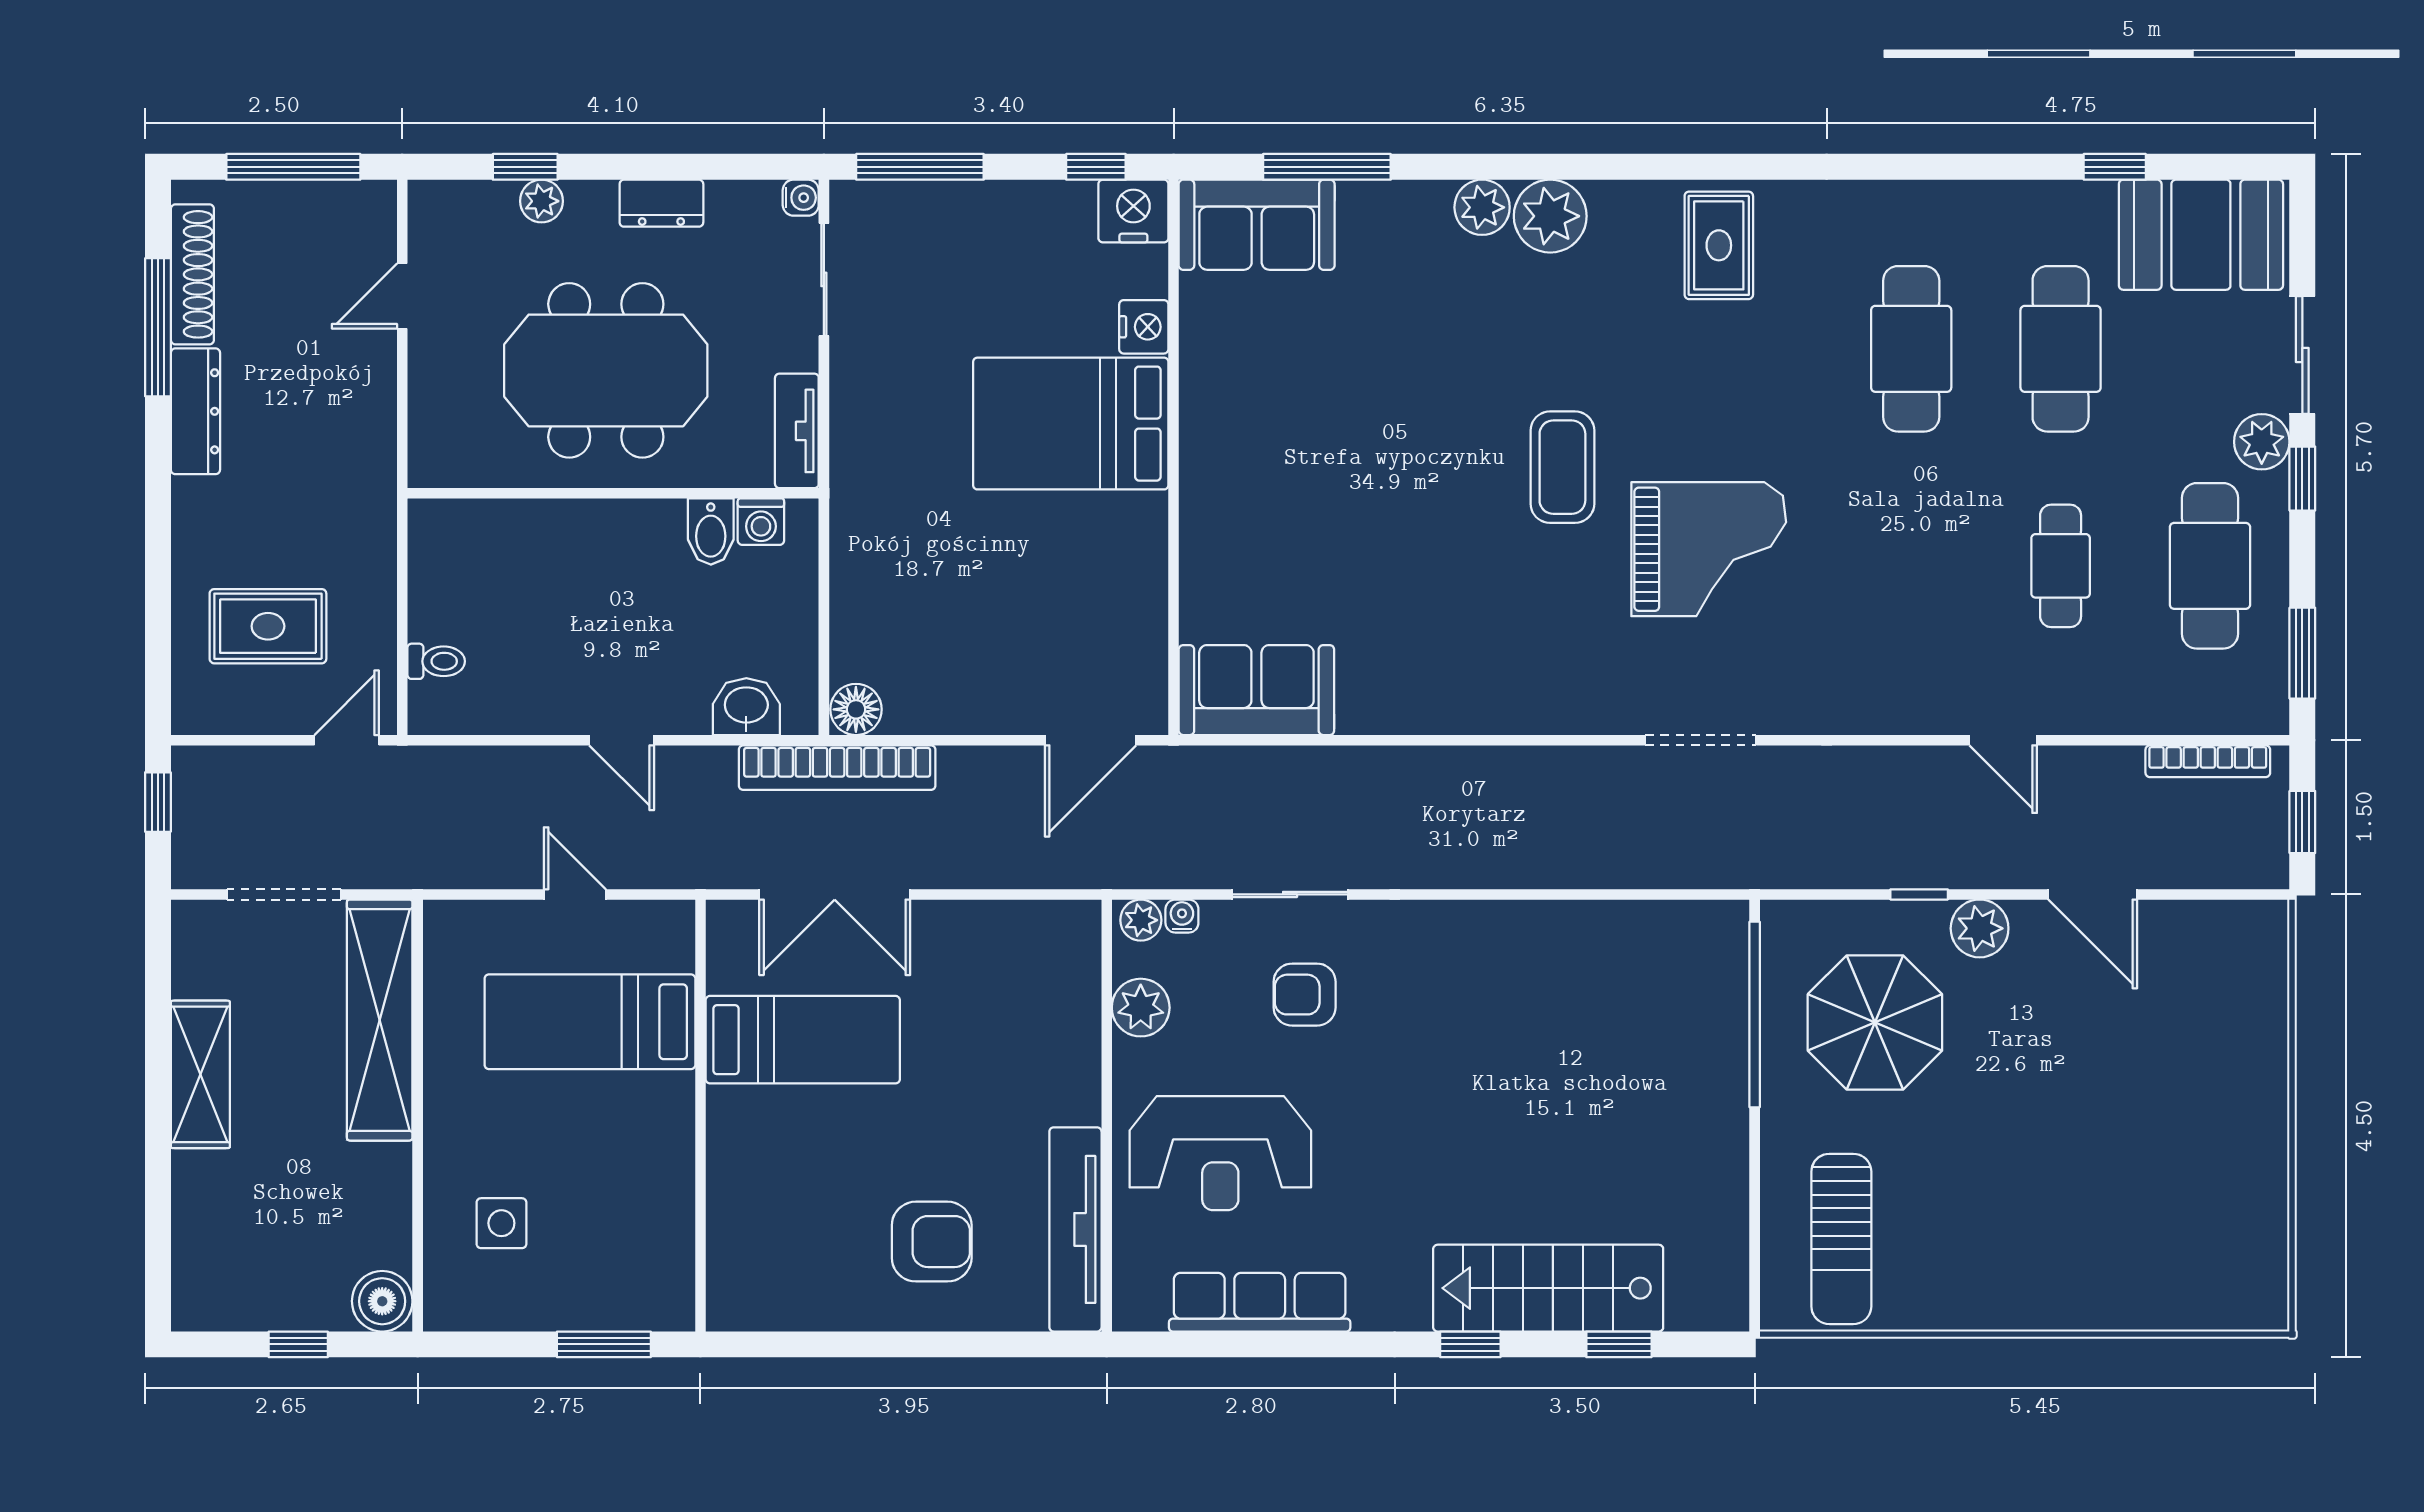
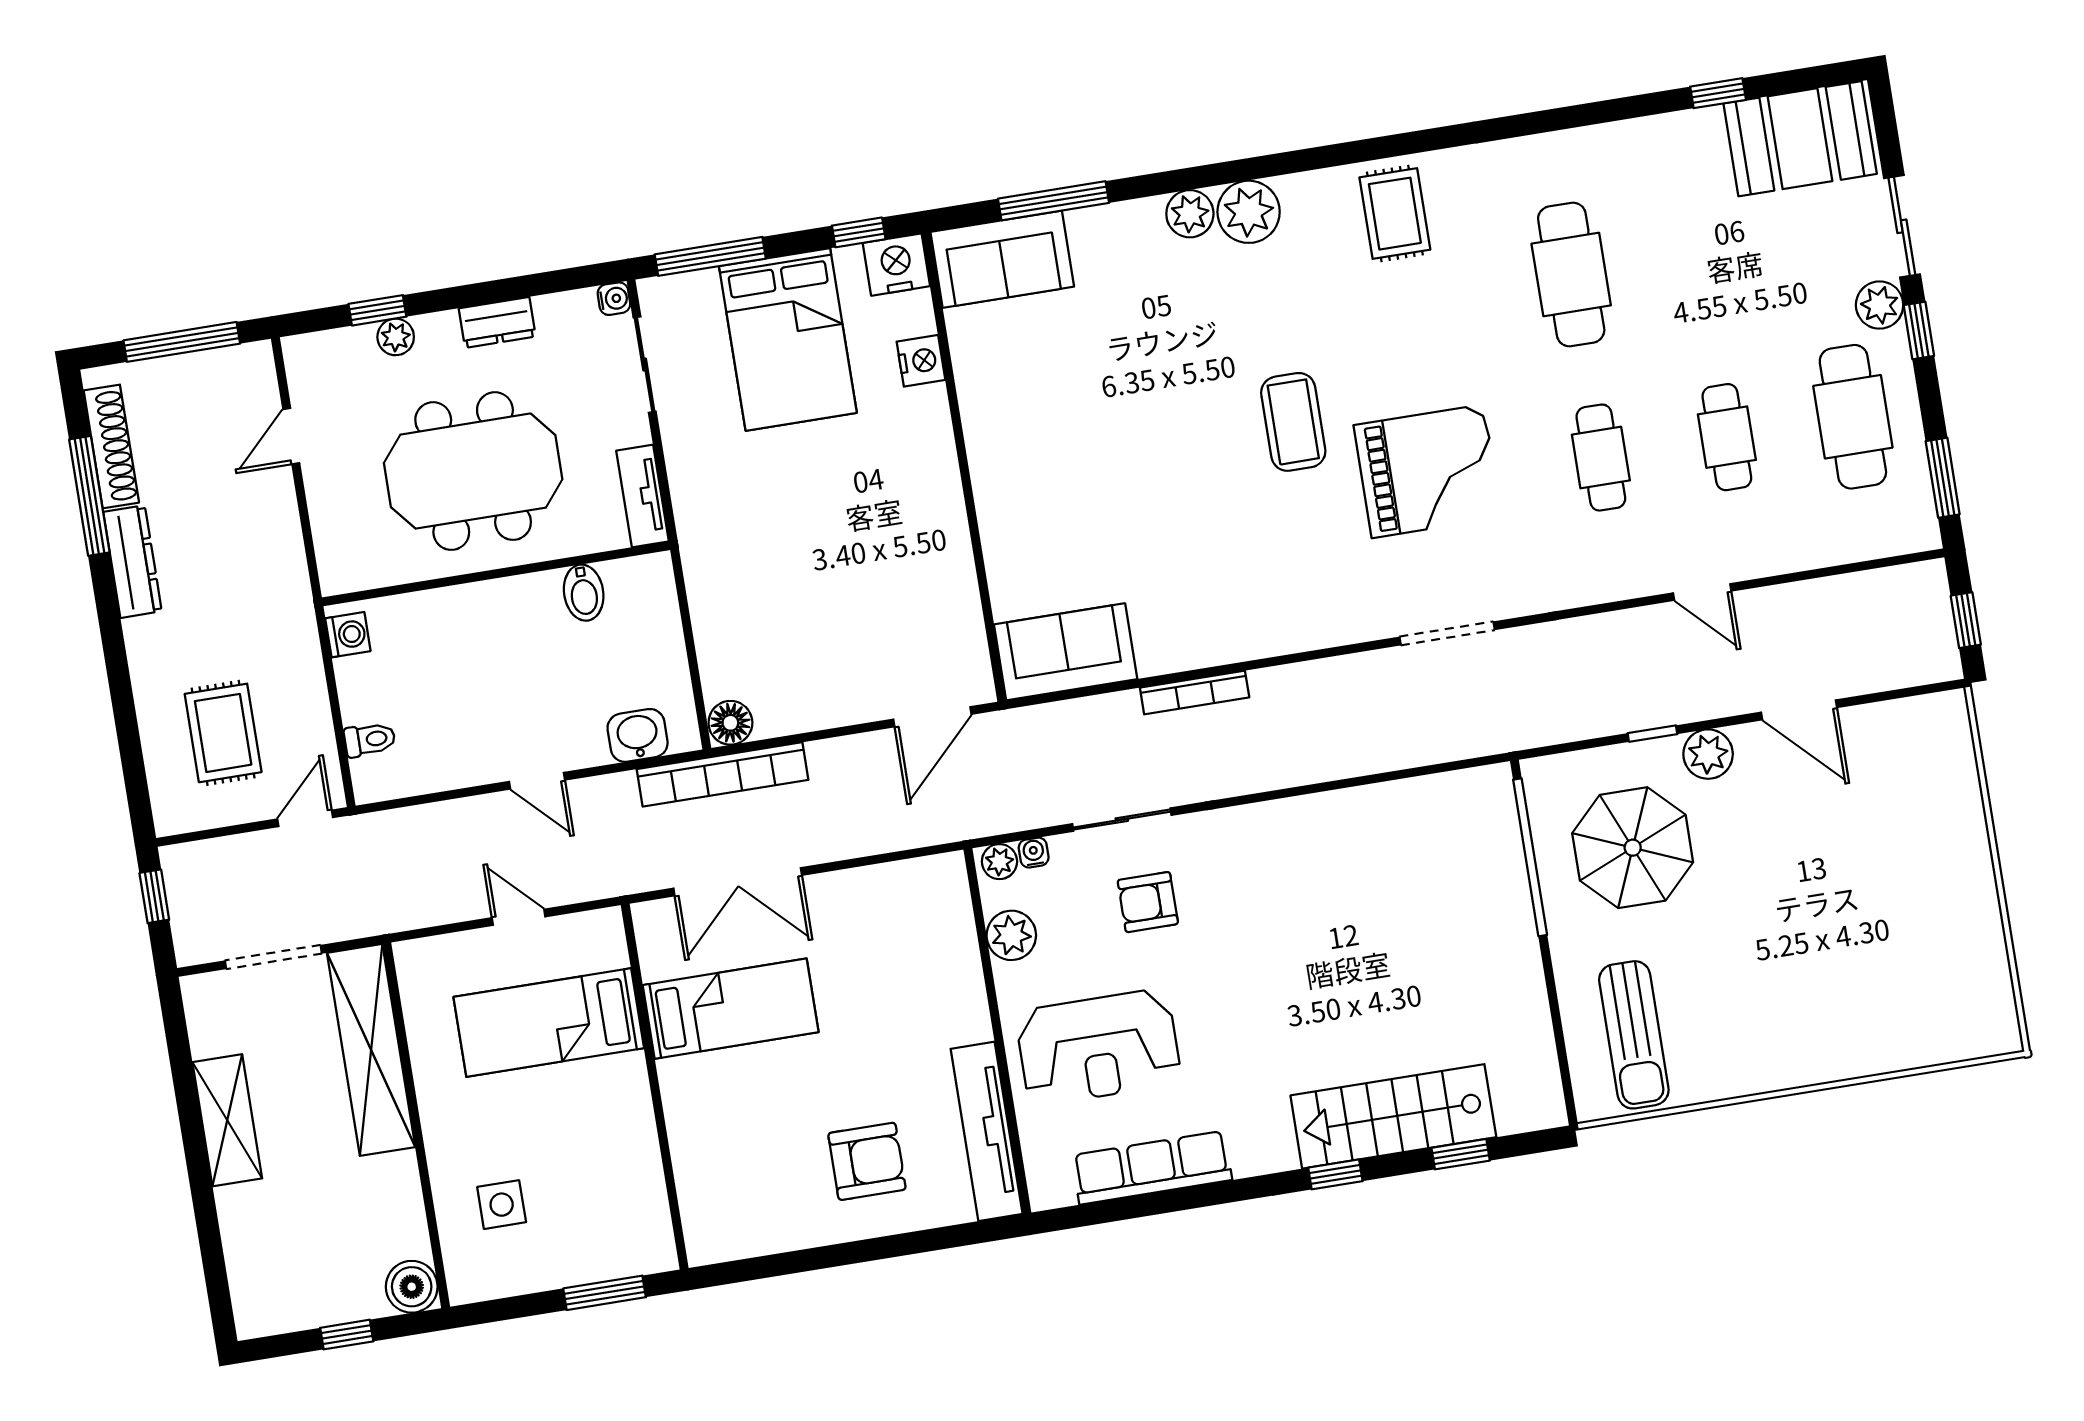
cafe table: (2061, 349) -> (1601, 458), moved, width x0.73, depth x0.74
bed: (1071, 424) -> (788, 339), moved, turned -90
washing machine: (761, 522) -> (348, 635), moved, turned -90
rug: (268, 626) -> (223, 733), turned 90
bookcase: (2208, 761) -> (1195, 693), moved

